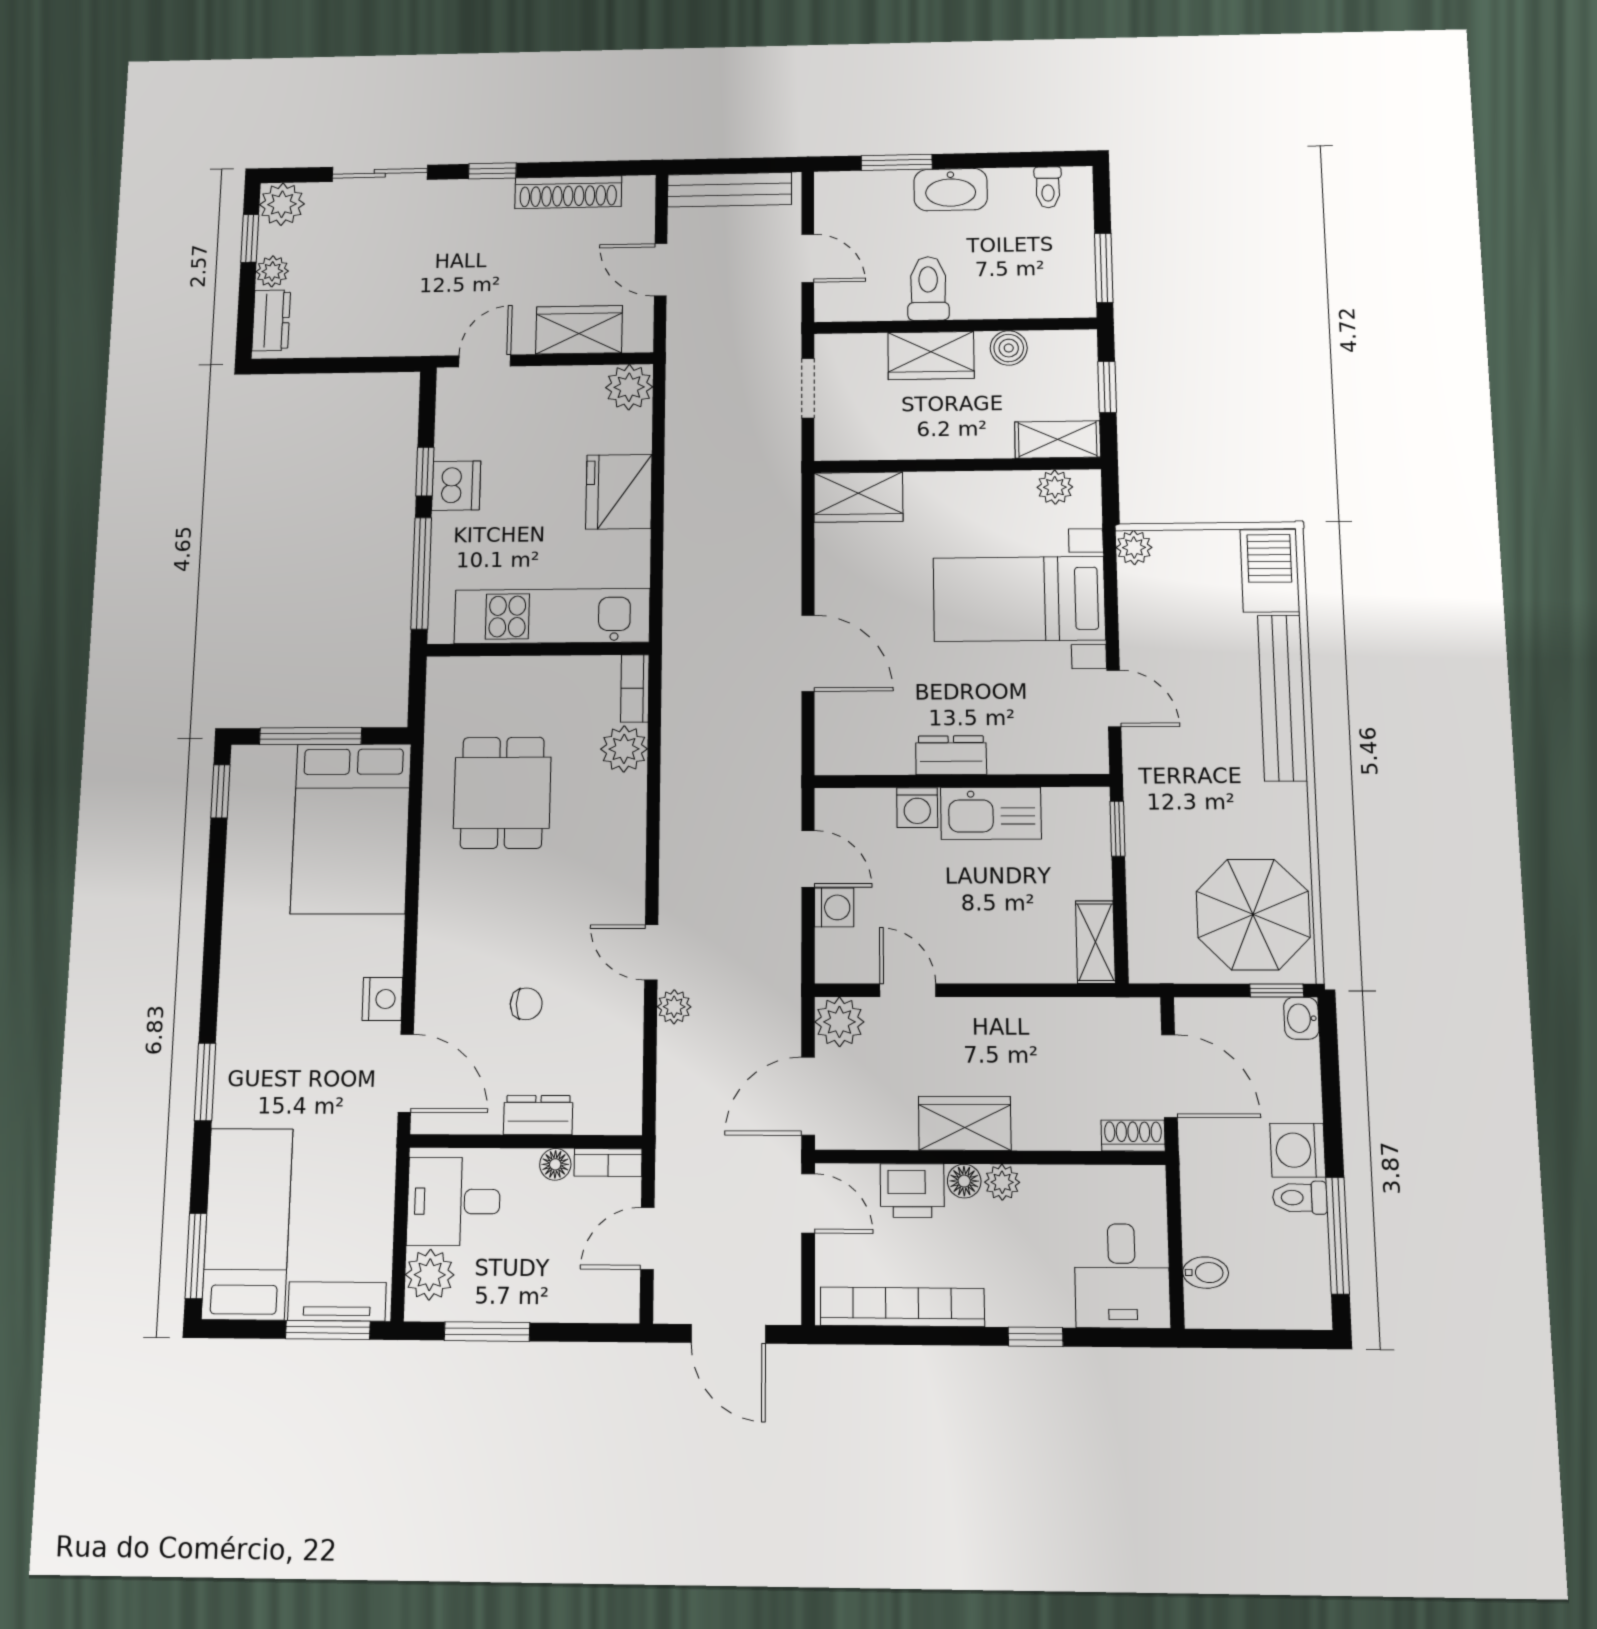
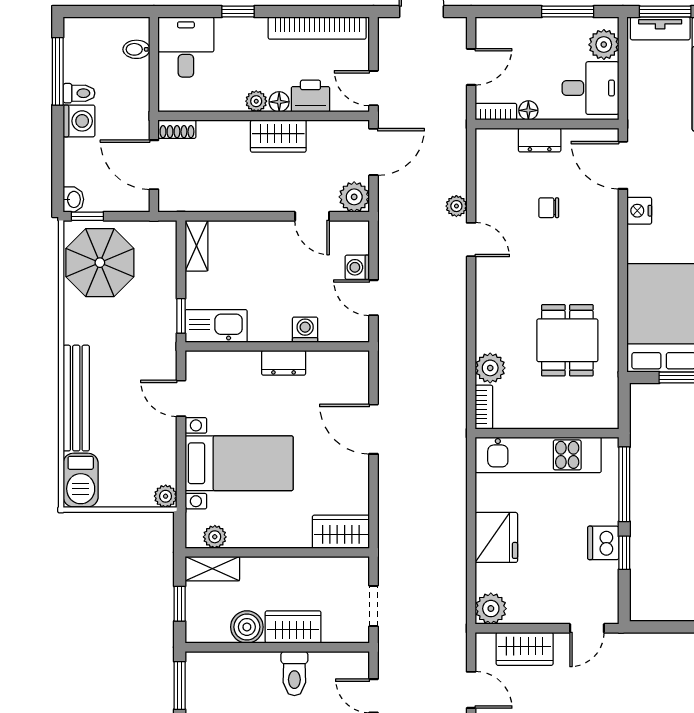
boiler: (1009, 348) -> (247, 627), width x1.36, depth x1.36
kitchen sink: (991, 813) -> (216, 326), moved

